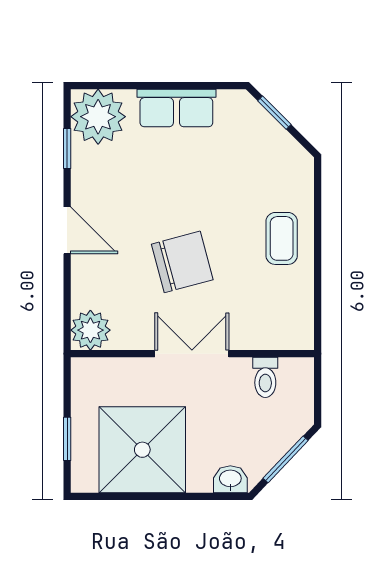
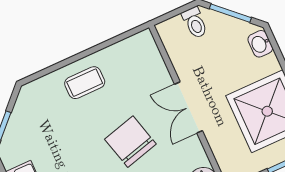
toilet: (265, 377) -> (195, 23), moved, turned 90

